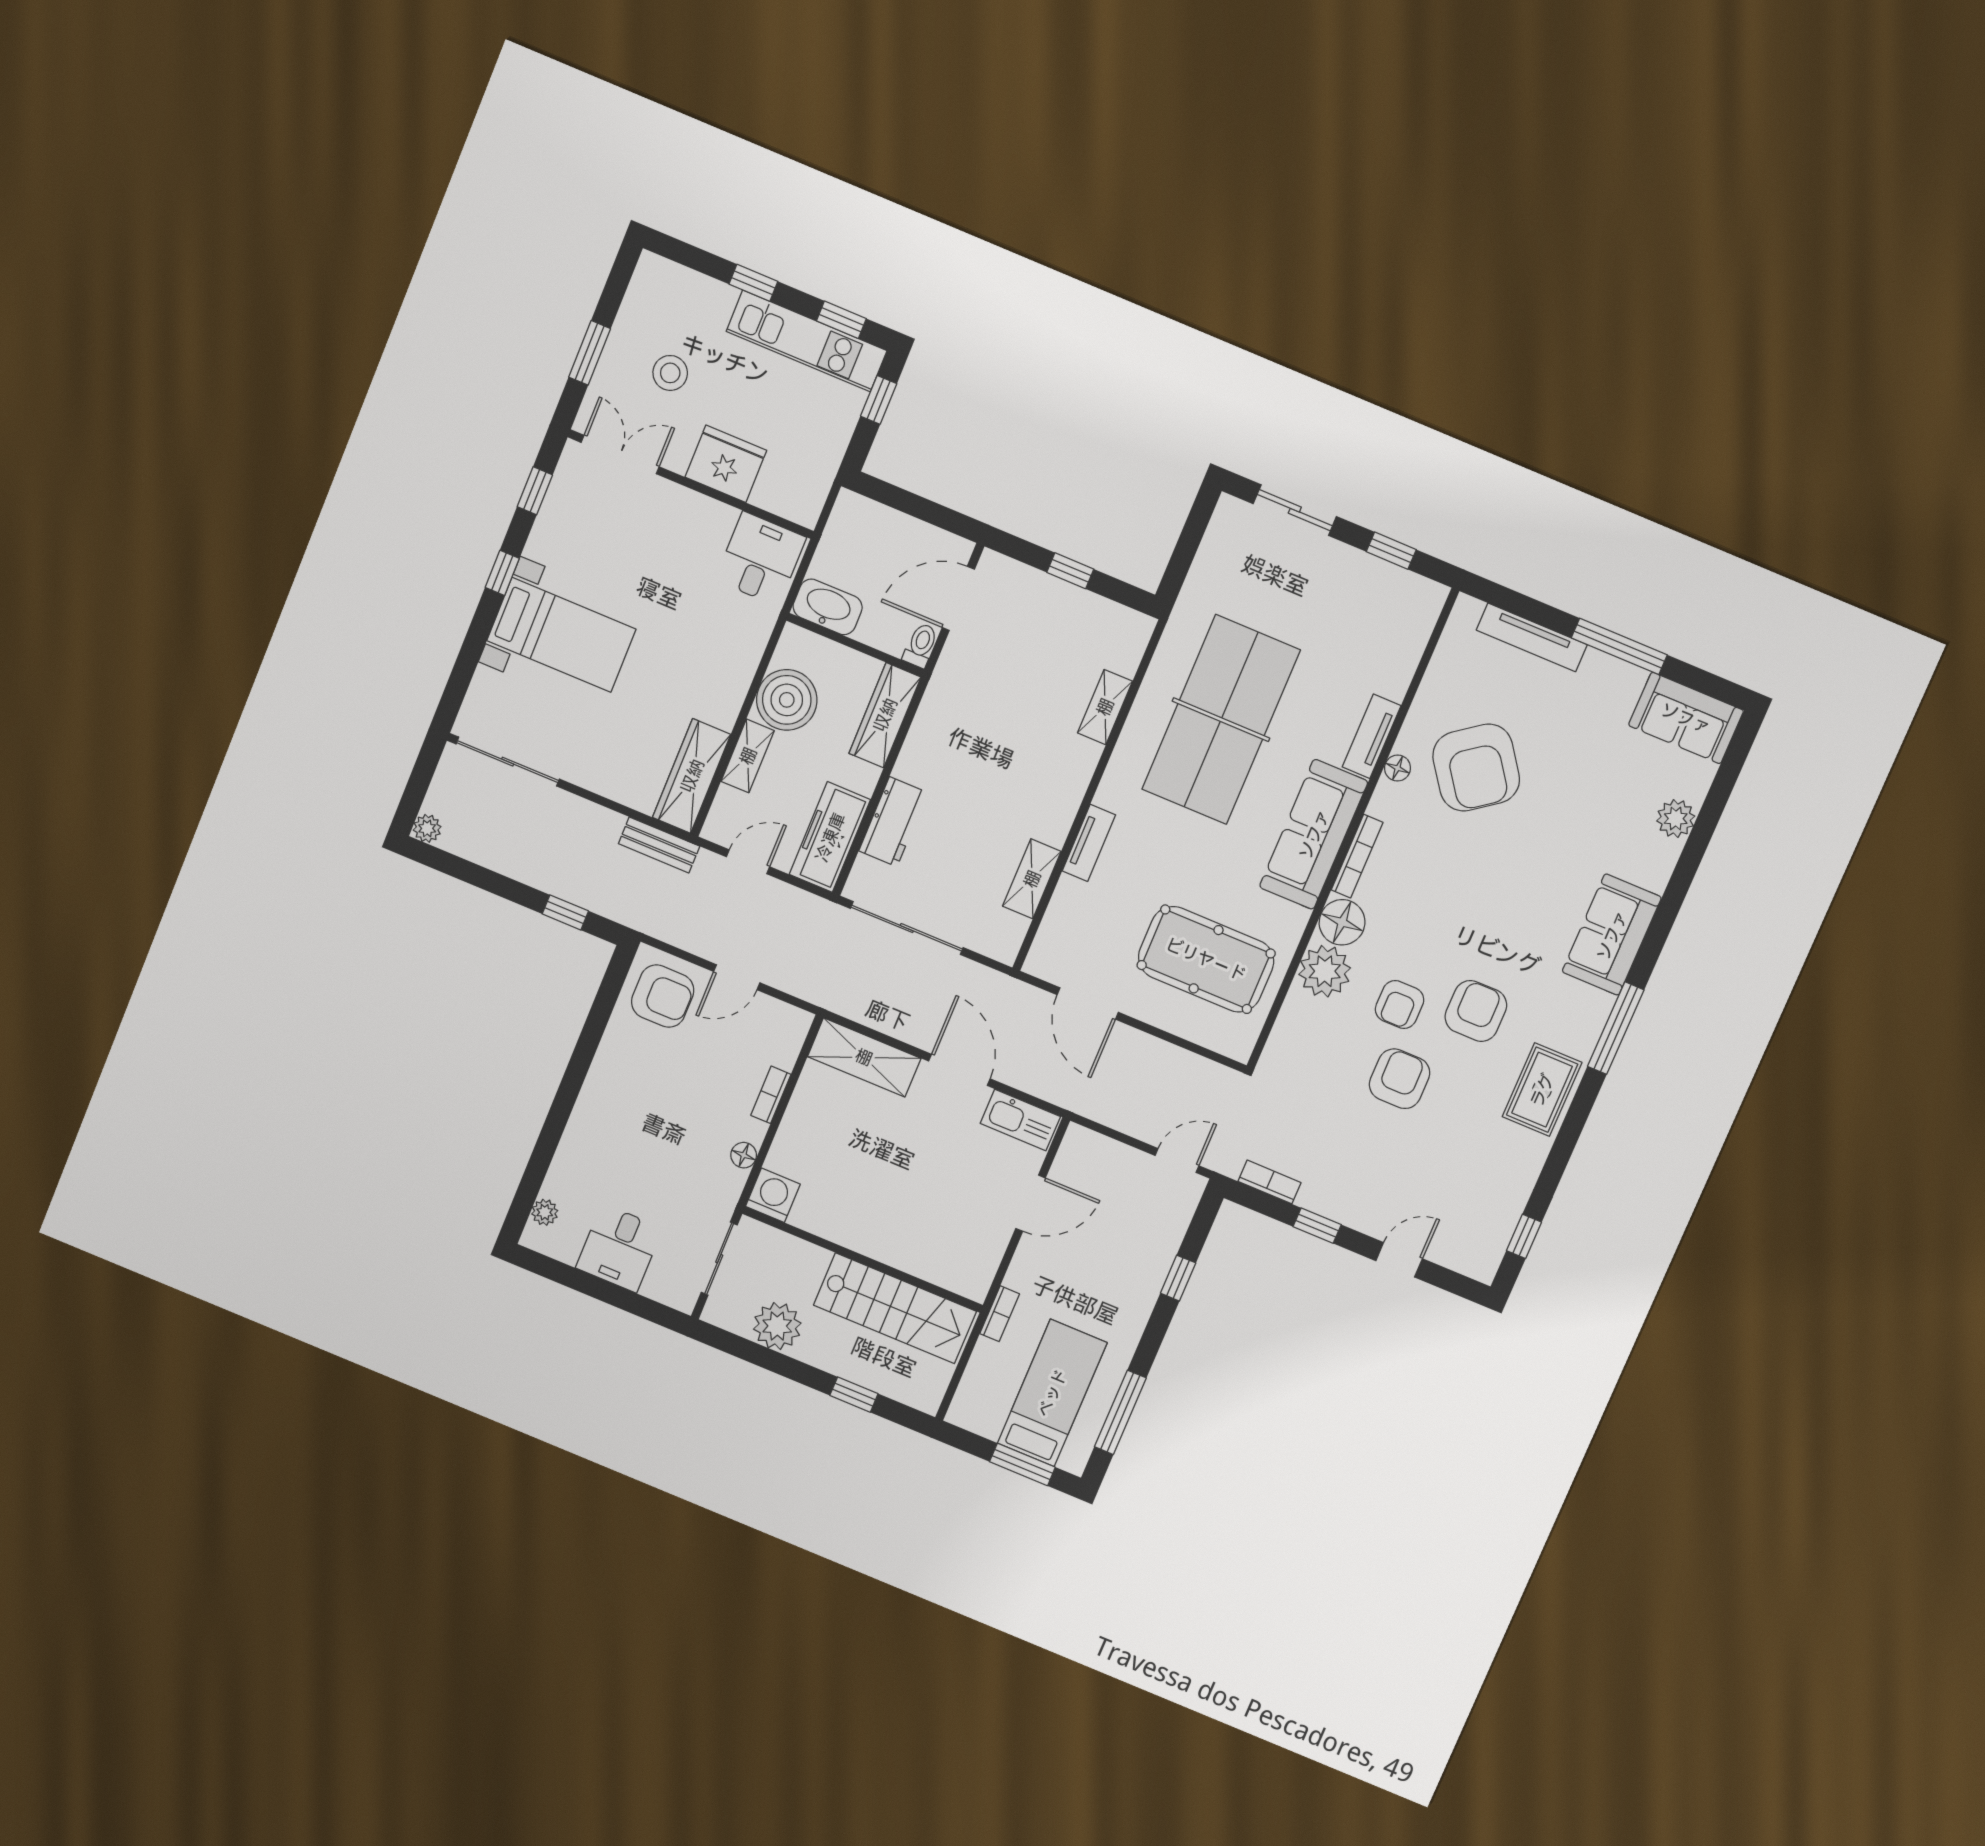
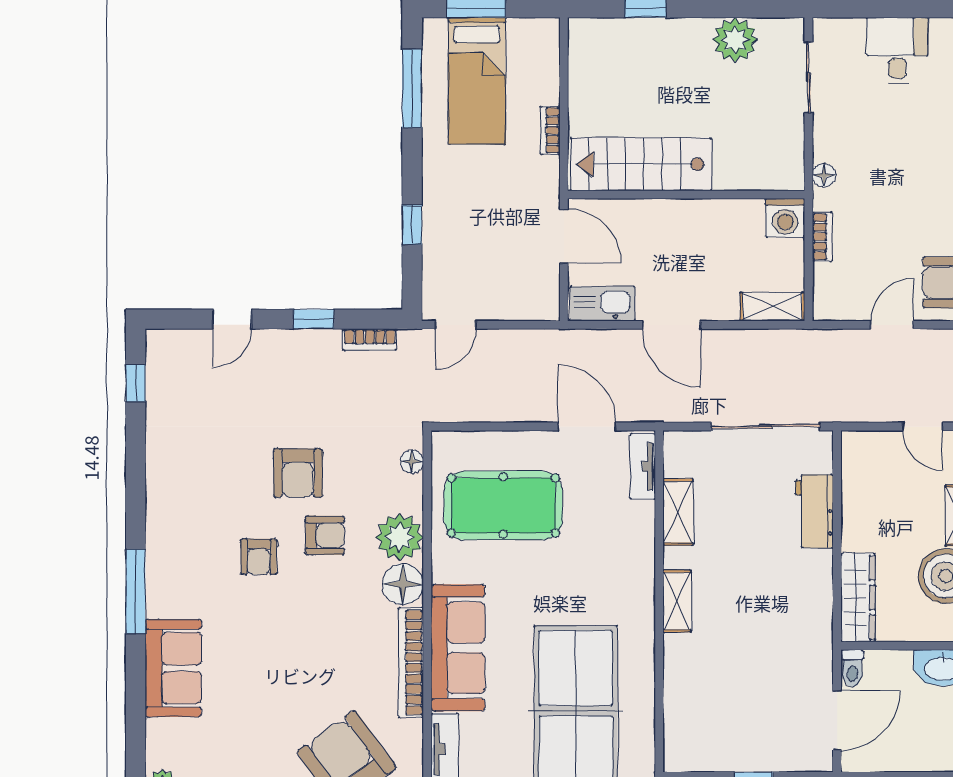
shelving: (1105, 707) -> (677, 601), moved
floor lamp: (1398, 768) -> (412, 461), moved
freezer: (830, 837) -> (862, 476), removed
tv unit: (1089, 843) -> (643, 466), moved
bookcase: (1357, 856) -> (411, 663), width x1.48, depth x1.31
door: (748, 862) -> (922, 427), hinge flipped
armchair: (1400, 1005) -> (325, 535), turned 90
armchair: (1476, 1011) -> (259, 557), width x0.72, depth x0.72
shelving: (864, 1057) -> (772, 307), width x0.67, depth x0.75
rug: (1542, 1090) -> (175, 514), removed
washing machine: (773, 1195) -> (785, 218), moved
door: (1031, 1203) -> (564, 236), swing flipped
wall: (863, 1260) -> (686, 195), moved
stairs: (895, 1308) -> (641, 164), moved

